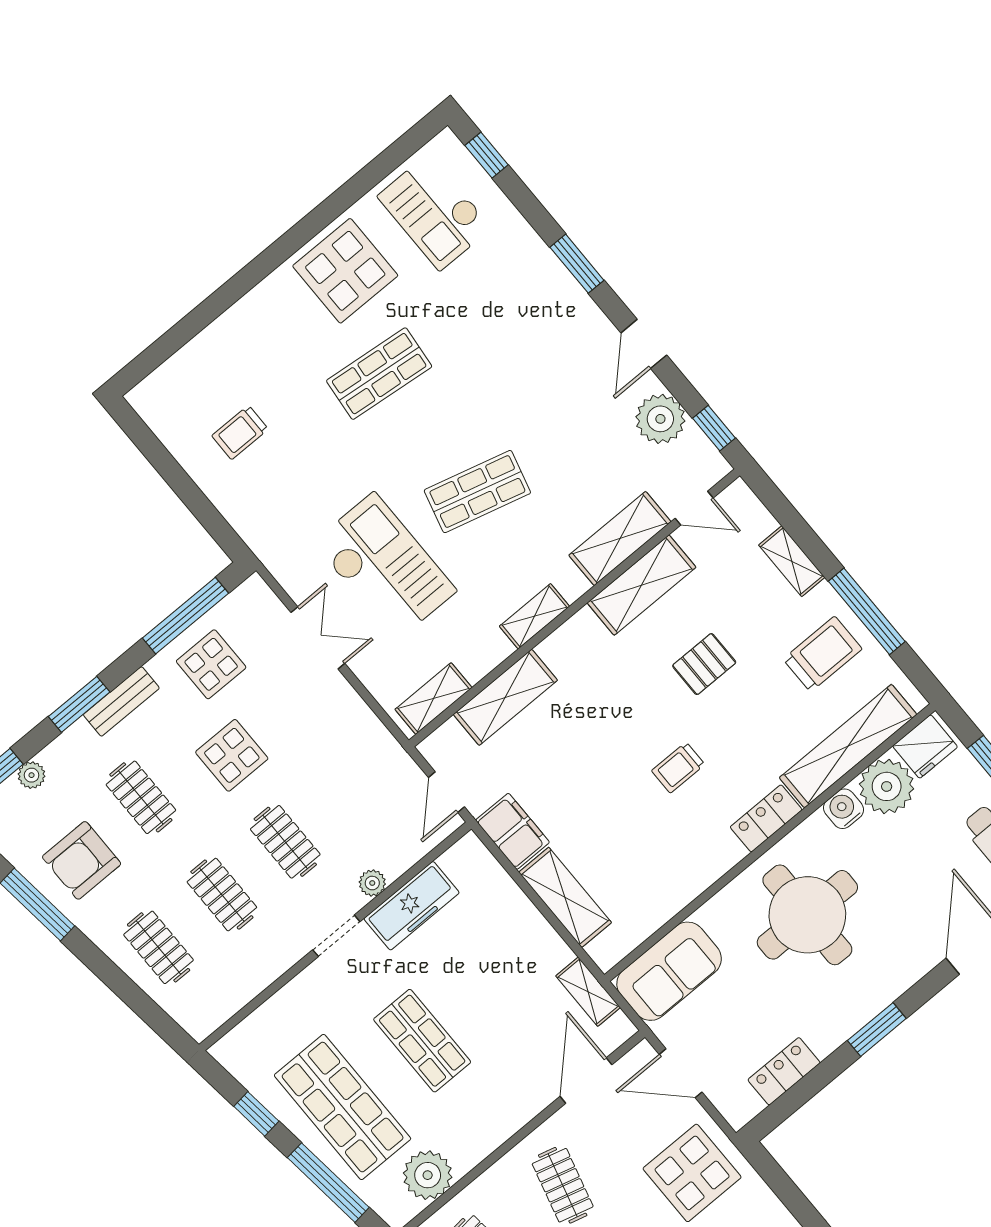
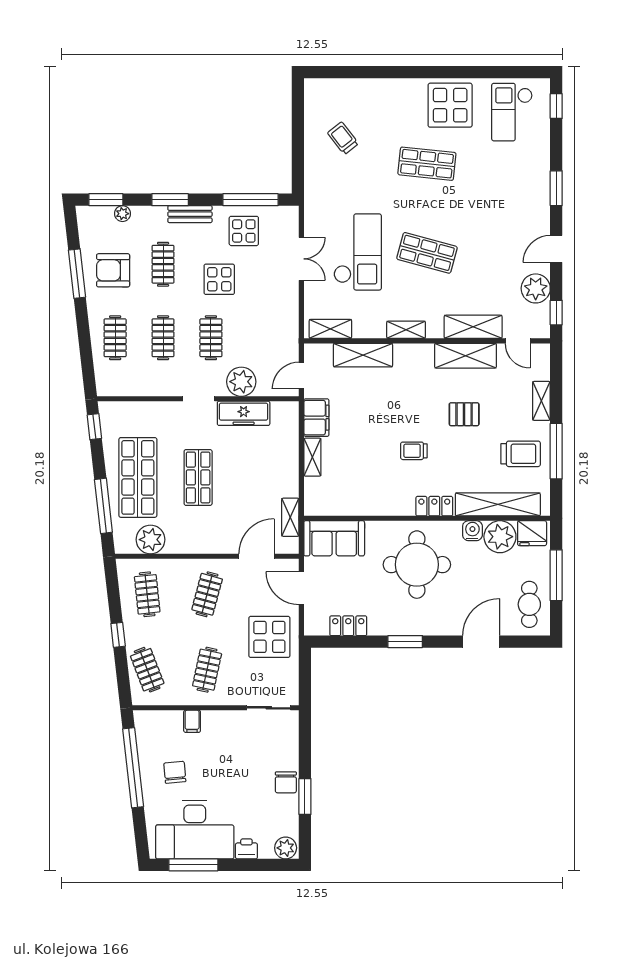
trolley: (240, 432) -> (343, 138), turned 52
plant: (372, 883) -> (241, 382), width x1.87, depth x1.87
shelving: (565, 897) -> (312, 457), width x0.67, depth x0.75
window: (256, 1114) -> (94, 427), moved

